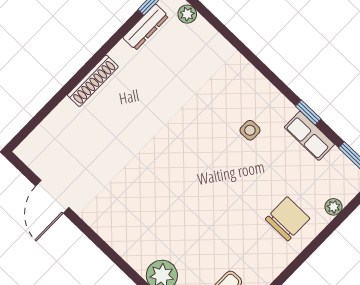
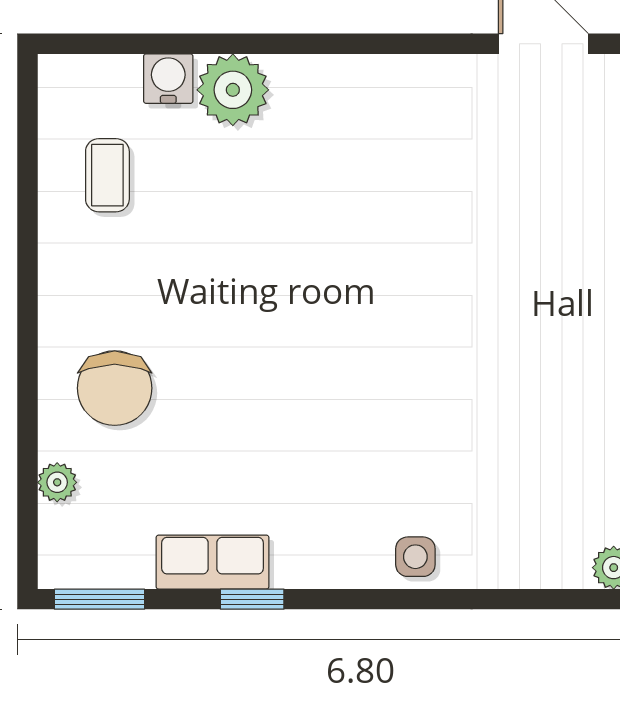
side table: (250, 130) -> (415, 557), moved

